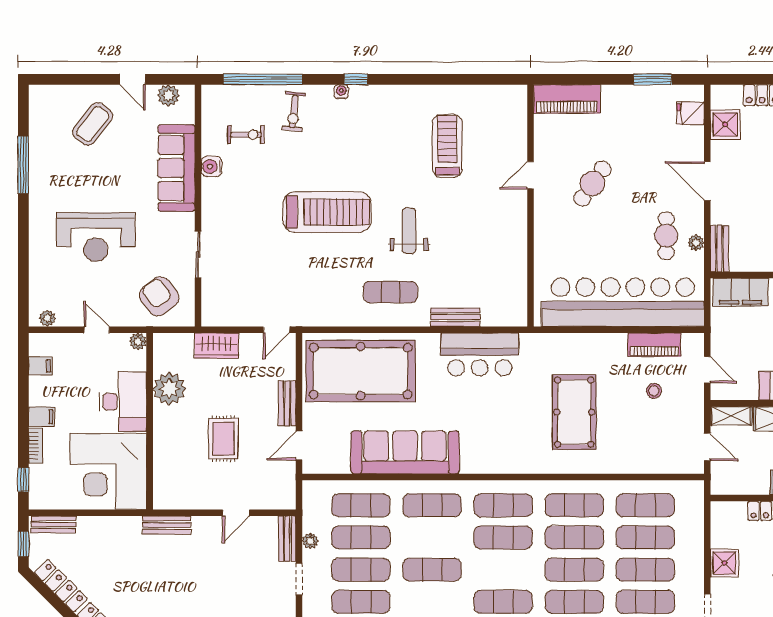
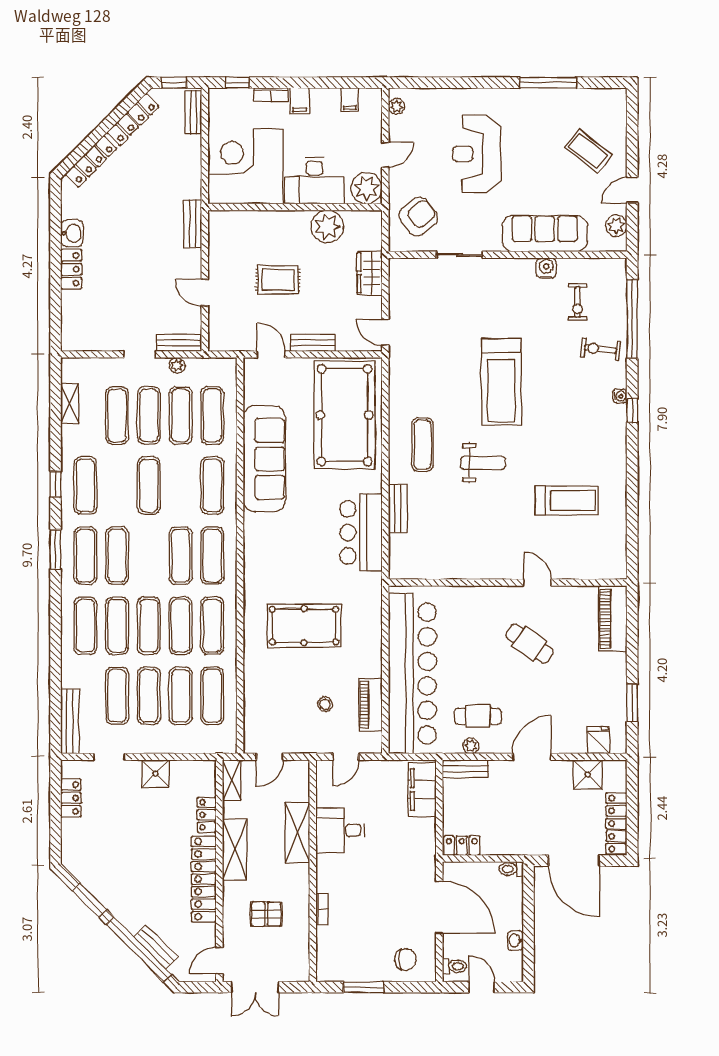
plant: (138, 341) -> (367, 188), width x1.88, depth x1.88
shelving: (731, 416) -> (232, 780), moved

